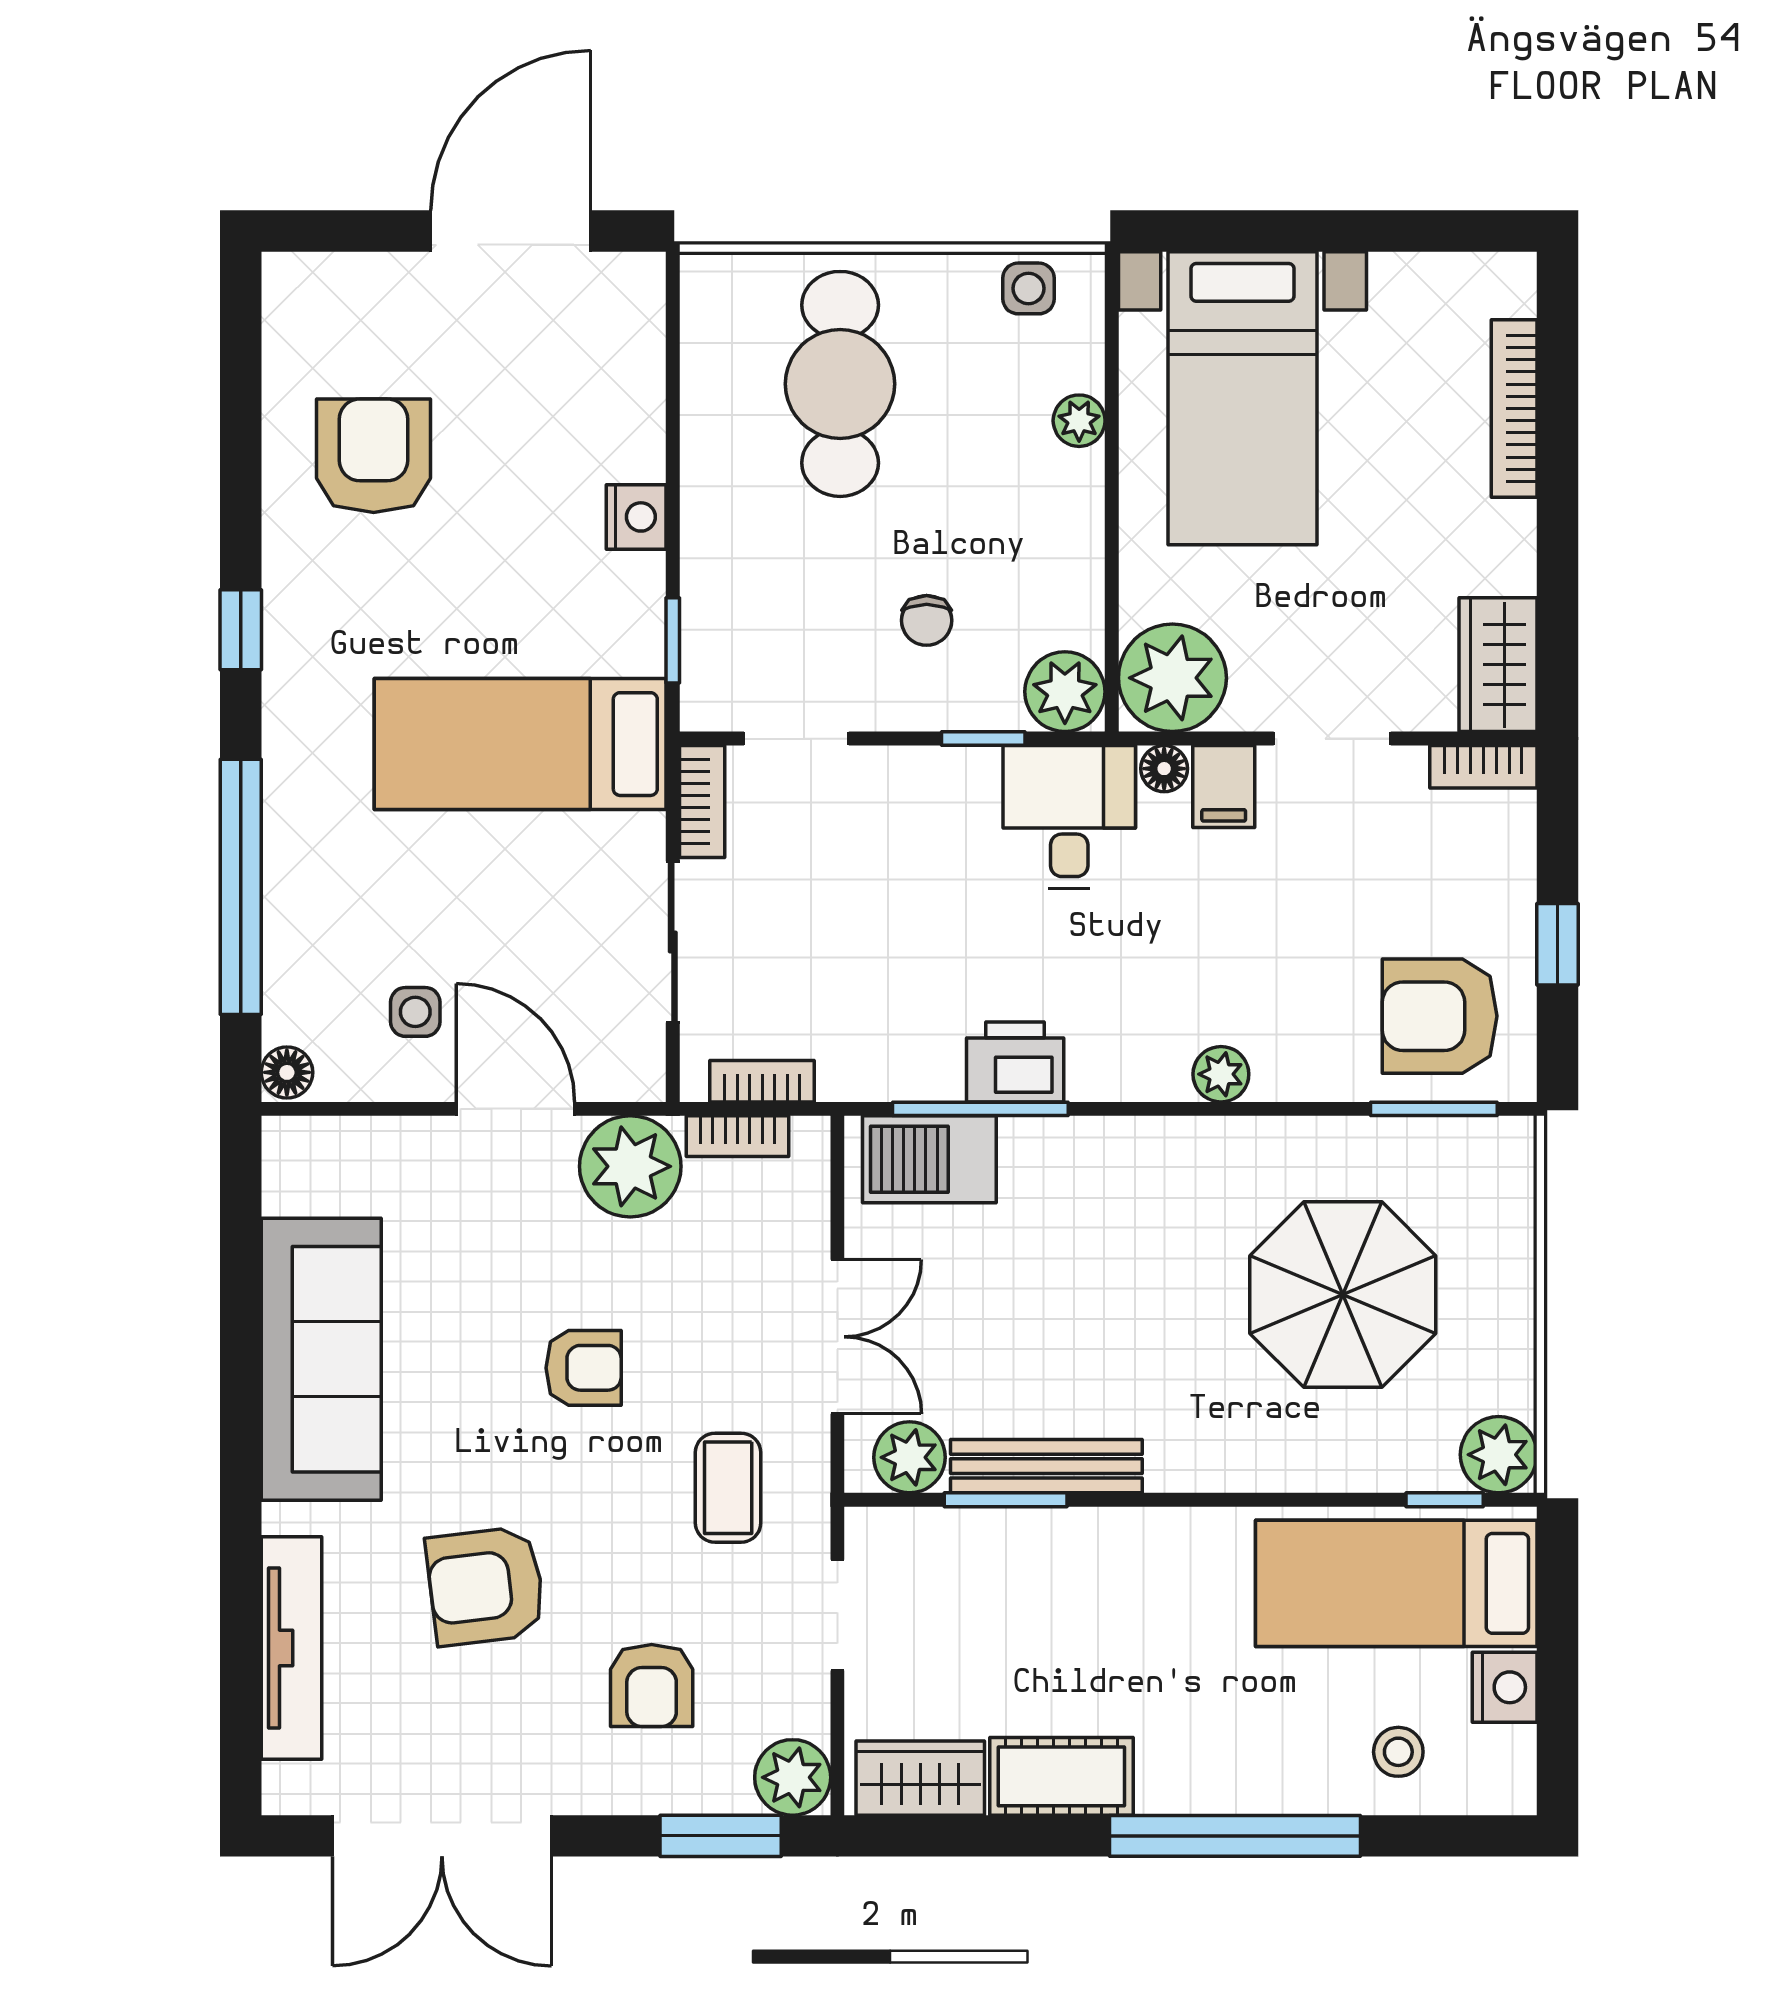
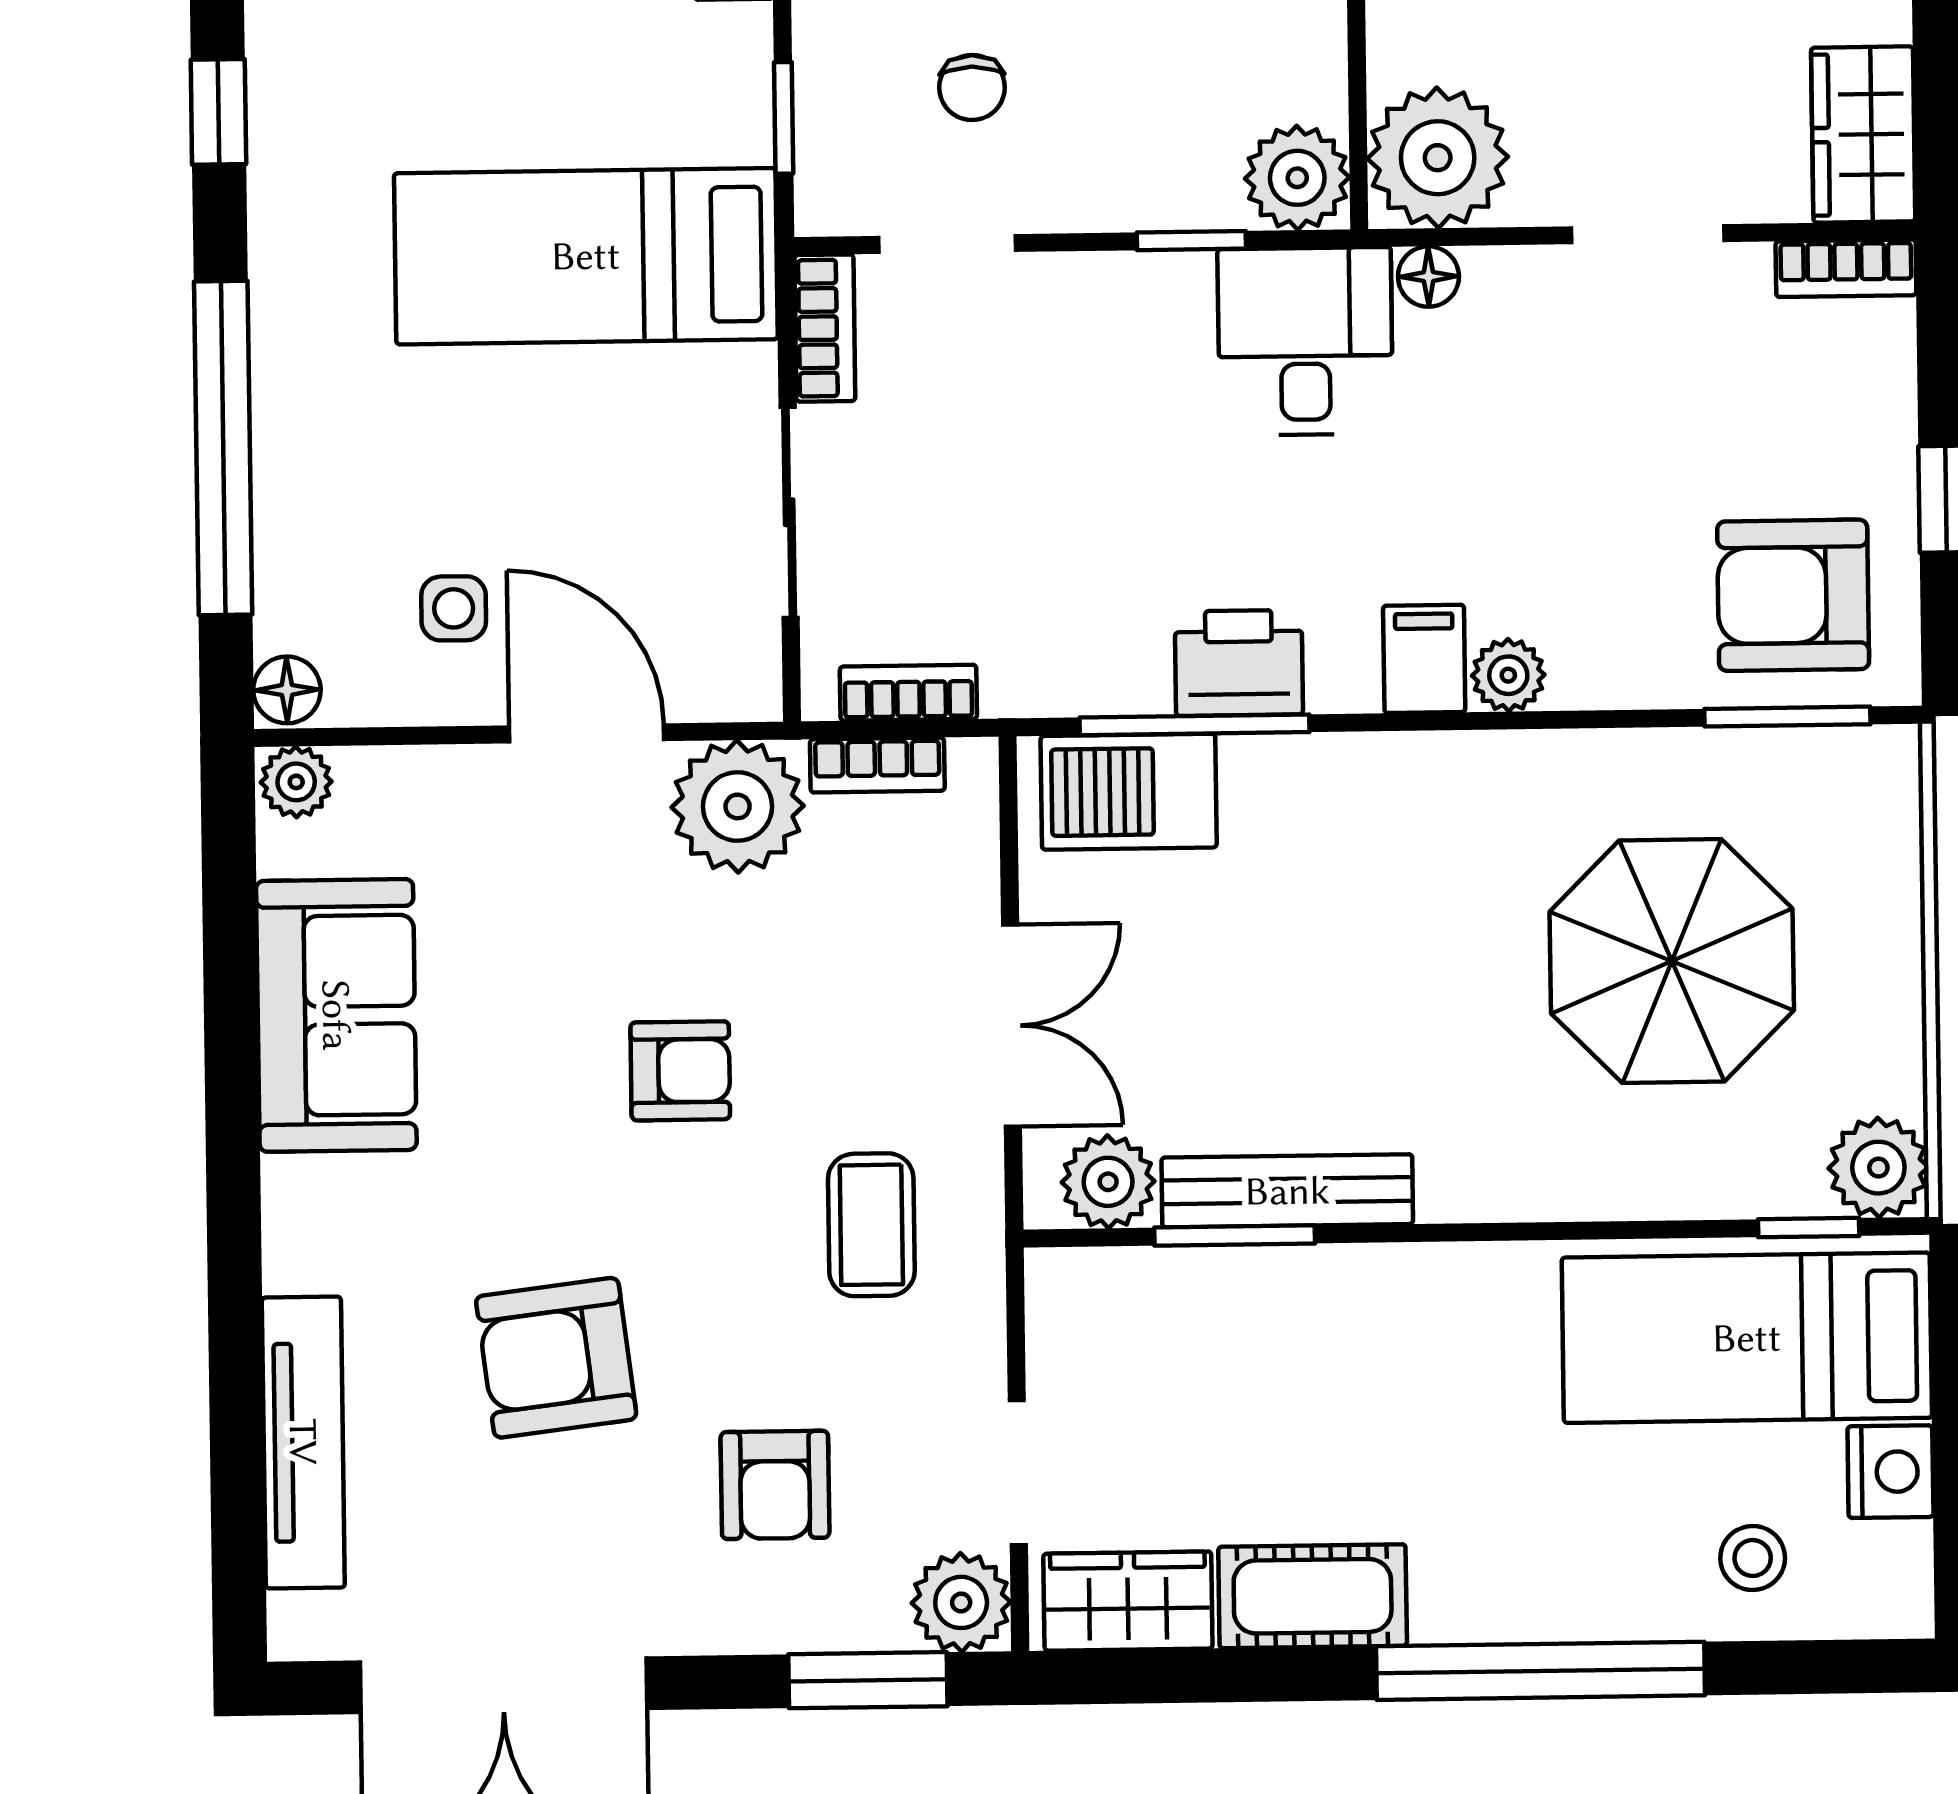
chair: (927, 620) -> (972, 87), moved
filing cabinet: (1224, 787) -> (1424, 659), moved, turned 180
plant: (293, 1143) -> (296, 782), added
sofa: (321, 1359) -> (336, 1015), width x0.73
doorway: (837, 1615) -> (1018, 1473), moved

